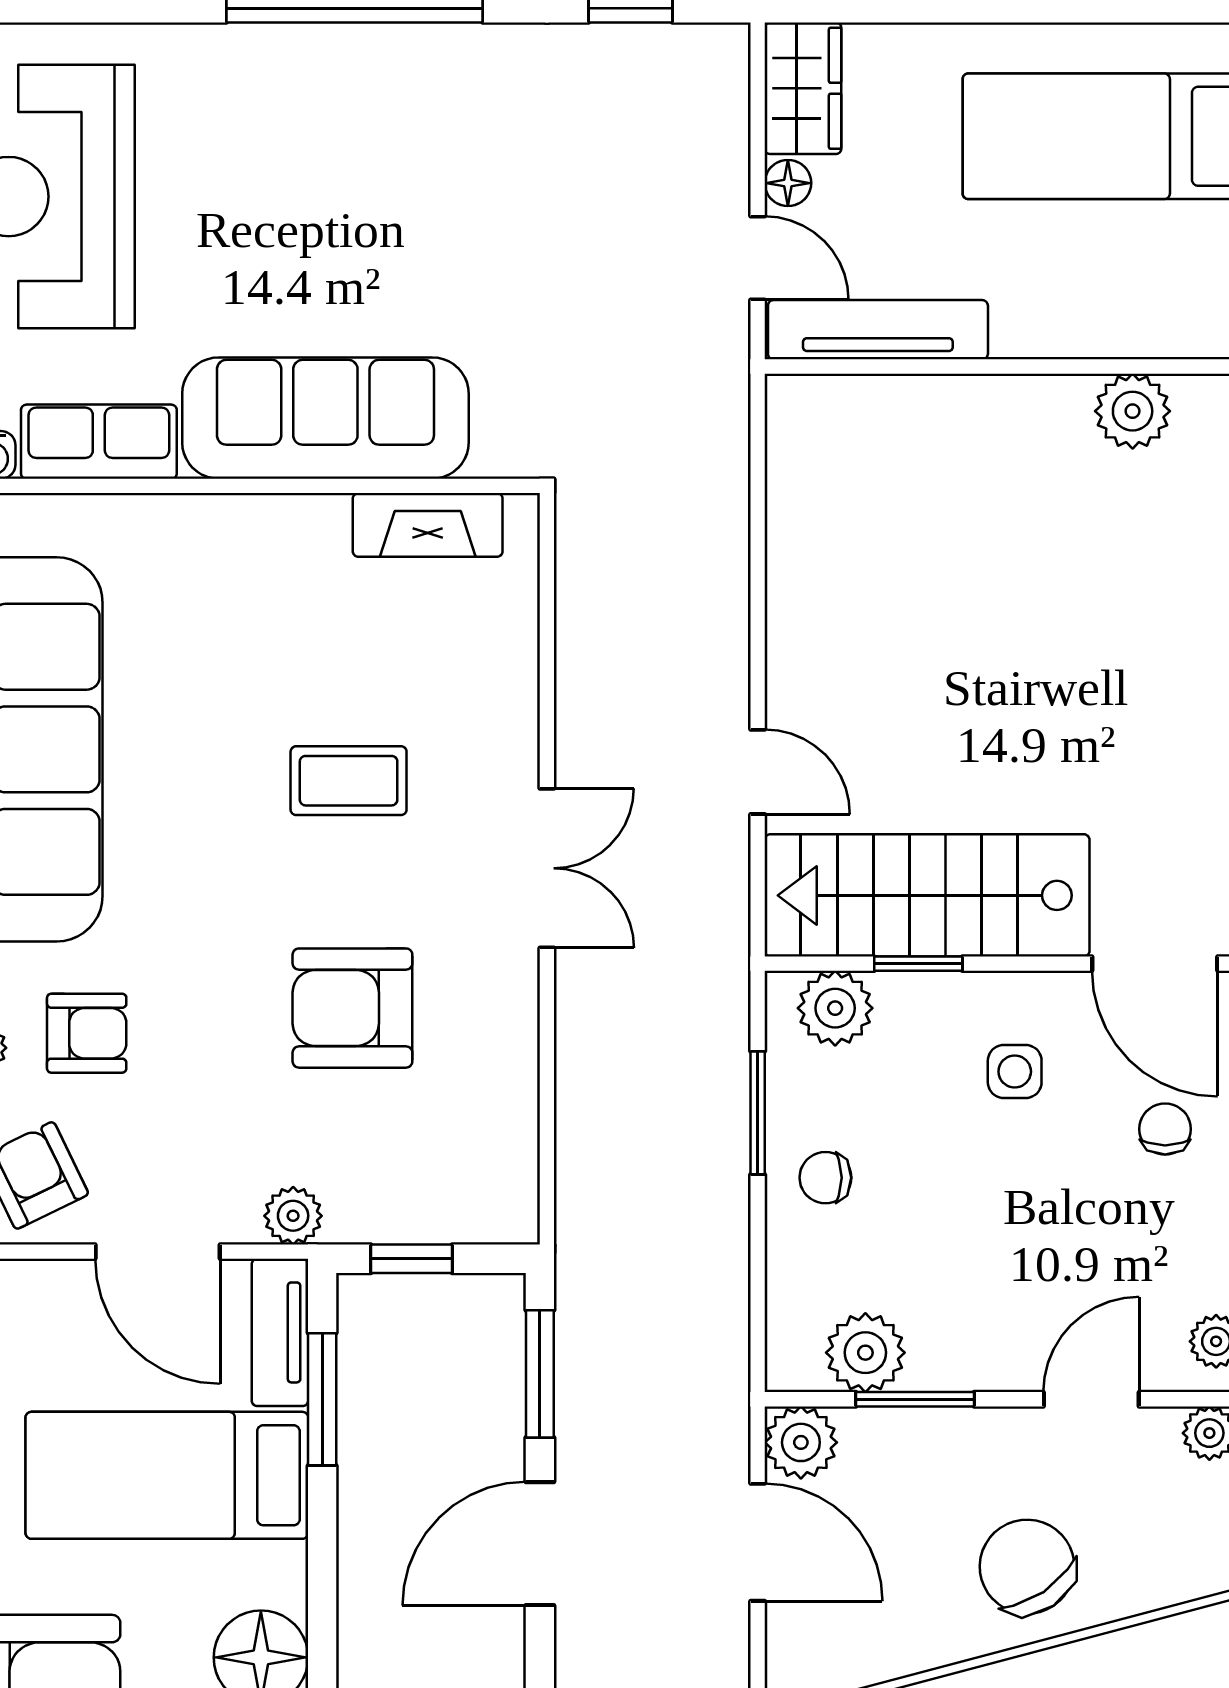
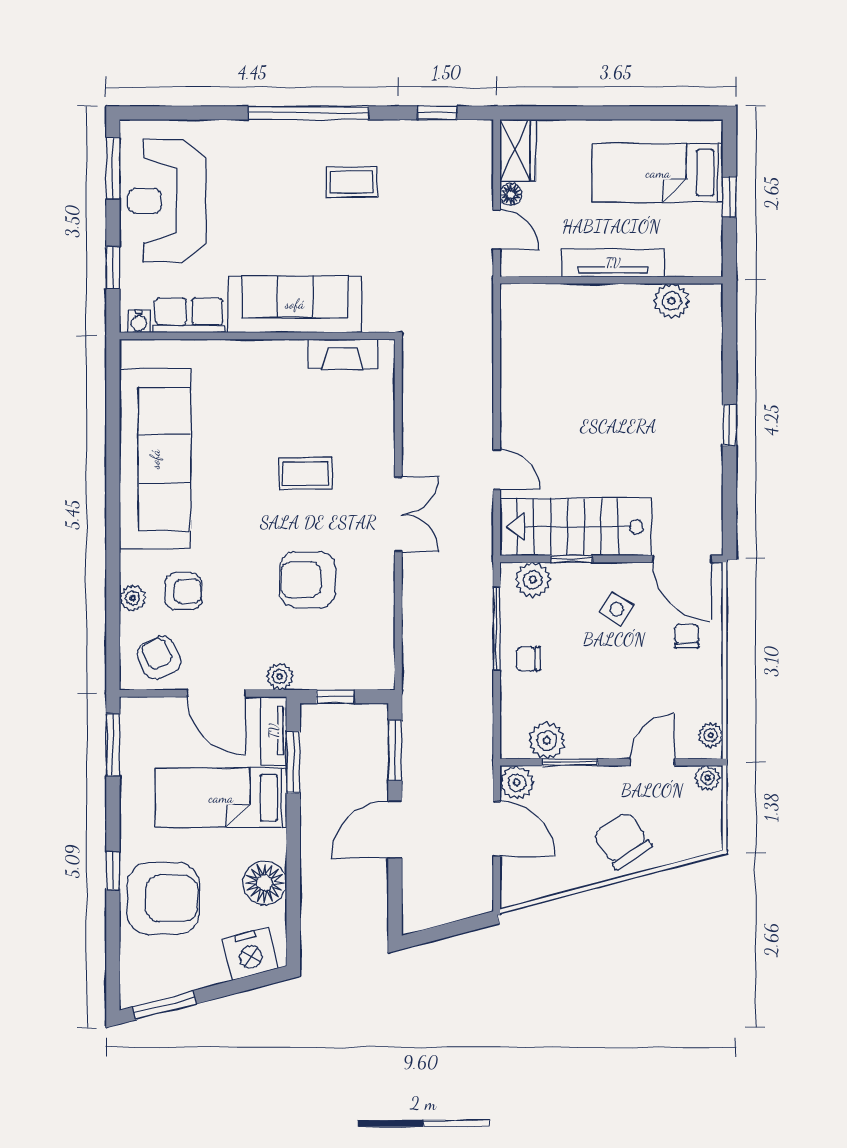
coffee table: (448, 156) -> (352, 182), added
tv unit: (878, 330) -> (613, 263), moved
side table: (1015, 1072) -> (617, 609), turned 32
window: (758, 1113) -> (497, 628), width x1.44

